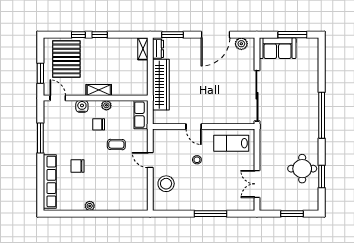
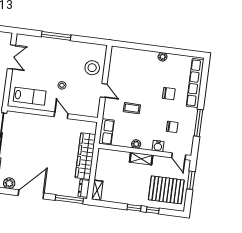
window: (172, 35) -> (69, 199), width x1.44
pallet: (66, 59) -> (166, 190), turned 90
chair: (99, 124) -> (172, 127), moved

